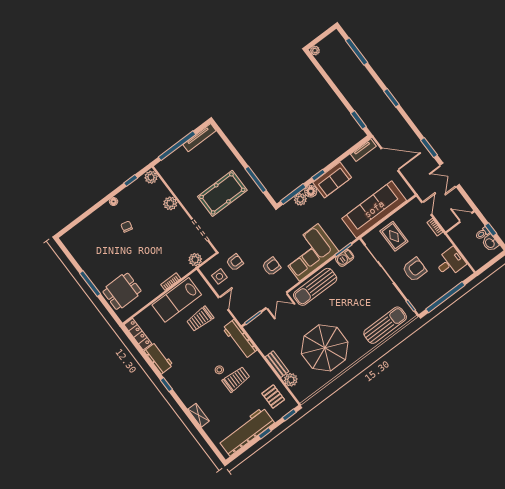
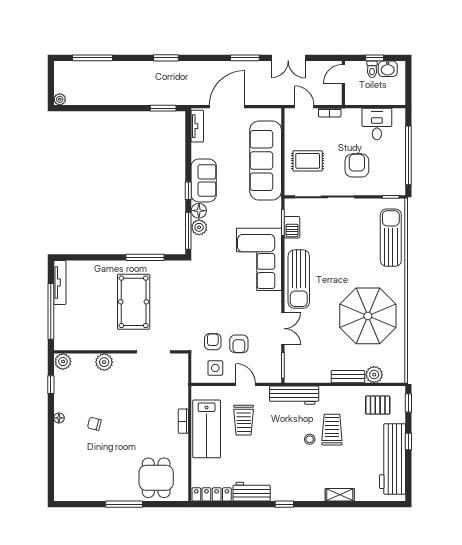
plant: (195, 260) -> (180, 380), removed
armchair: (271, 266) -> (239, 344), moved, turned 180

